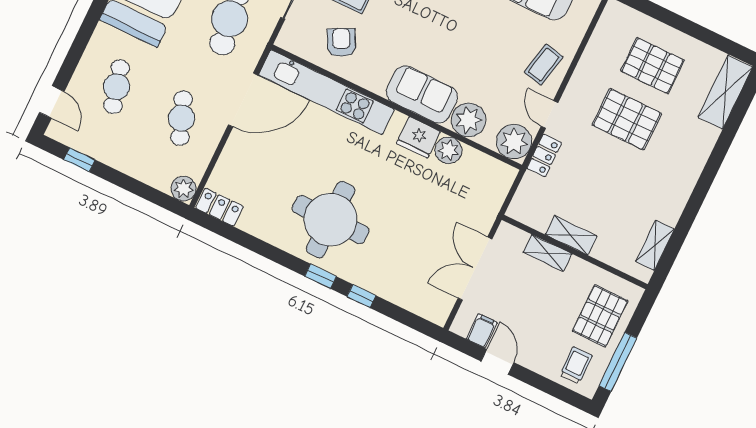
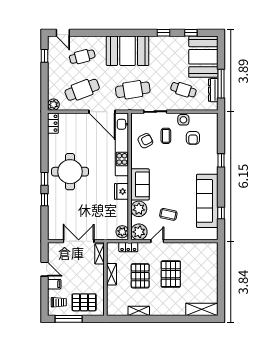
coffee table: (544, 65) -> (168, 214), moved
pallet: (652, 66) -> (140, 276), moved
door: (52, 102) -> (63, 33), hinge flipped
cafe table: (182, 118) -> (82, 90), width x1.37, depth x1.35
plant: (448, 150) -> (122, 232), moved
locker: (544, 155) -> (128, 247), moved
shelving: (655, 245) -> (139, 311), moved
shelving: (548, 253) -> (100, 254), moved
filing cabinet: (482, 331) -> (54, 284), moved
door: (498, 362) -> (45, 269), hinge flipped

